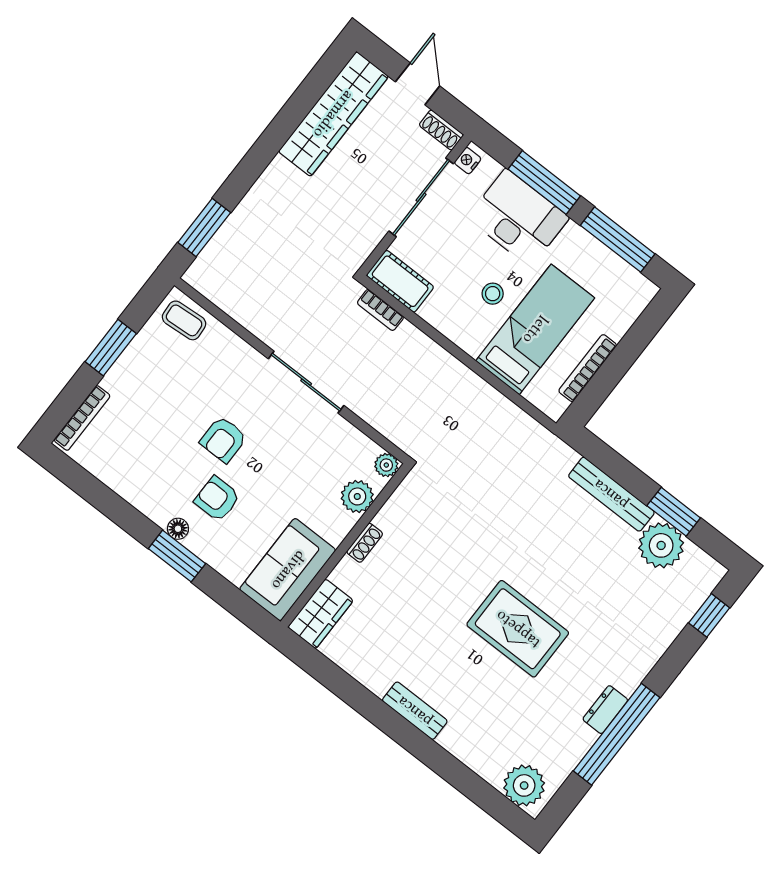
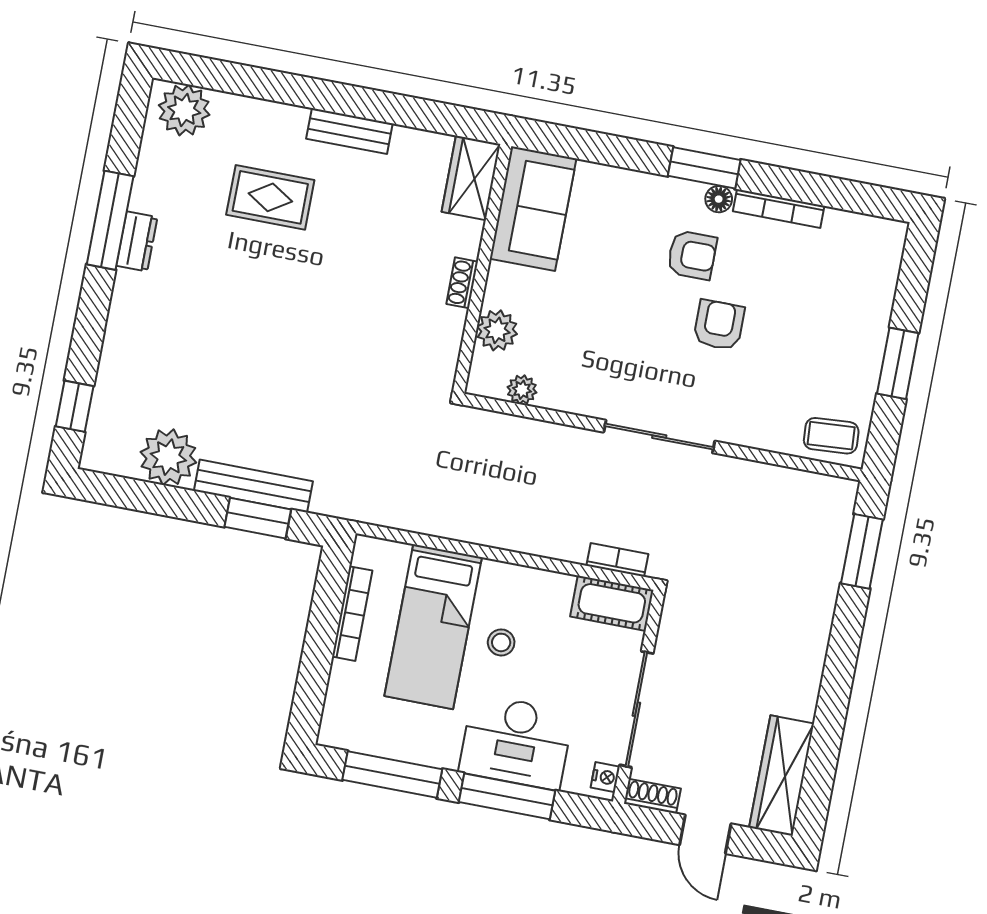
wardrobe: (333, 114) -> (782, 776), width x0.71, depth x0.85
bookcase: (82, 418) -> (779, 209), moved, turned -90
plant: (357, 496) -> (497, 330), moved
window: (674, 512) -> (258, 518), moved
shoe rack: (365, 543) -> (462, 283), moved
wall: (345, 545) -> (482, 269), moved
sofa: (288, 570) -> (533, 209), moved
wardrobe: (320, 614) -> (471, 178), moved
rug: (518, 629) -> (270, 197), moved, width x0.73, depth x0.70
window: (617, 734) -> (110, 220), width x0.68

